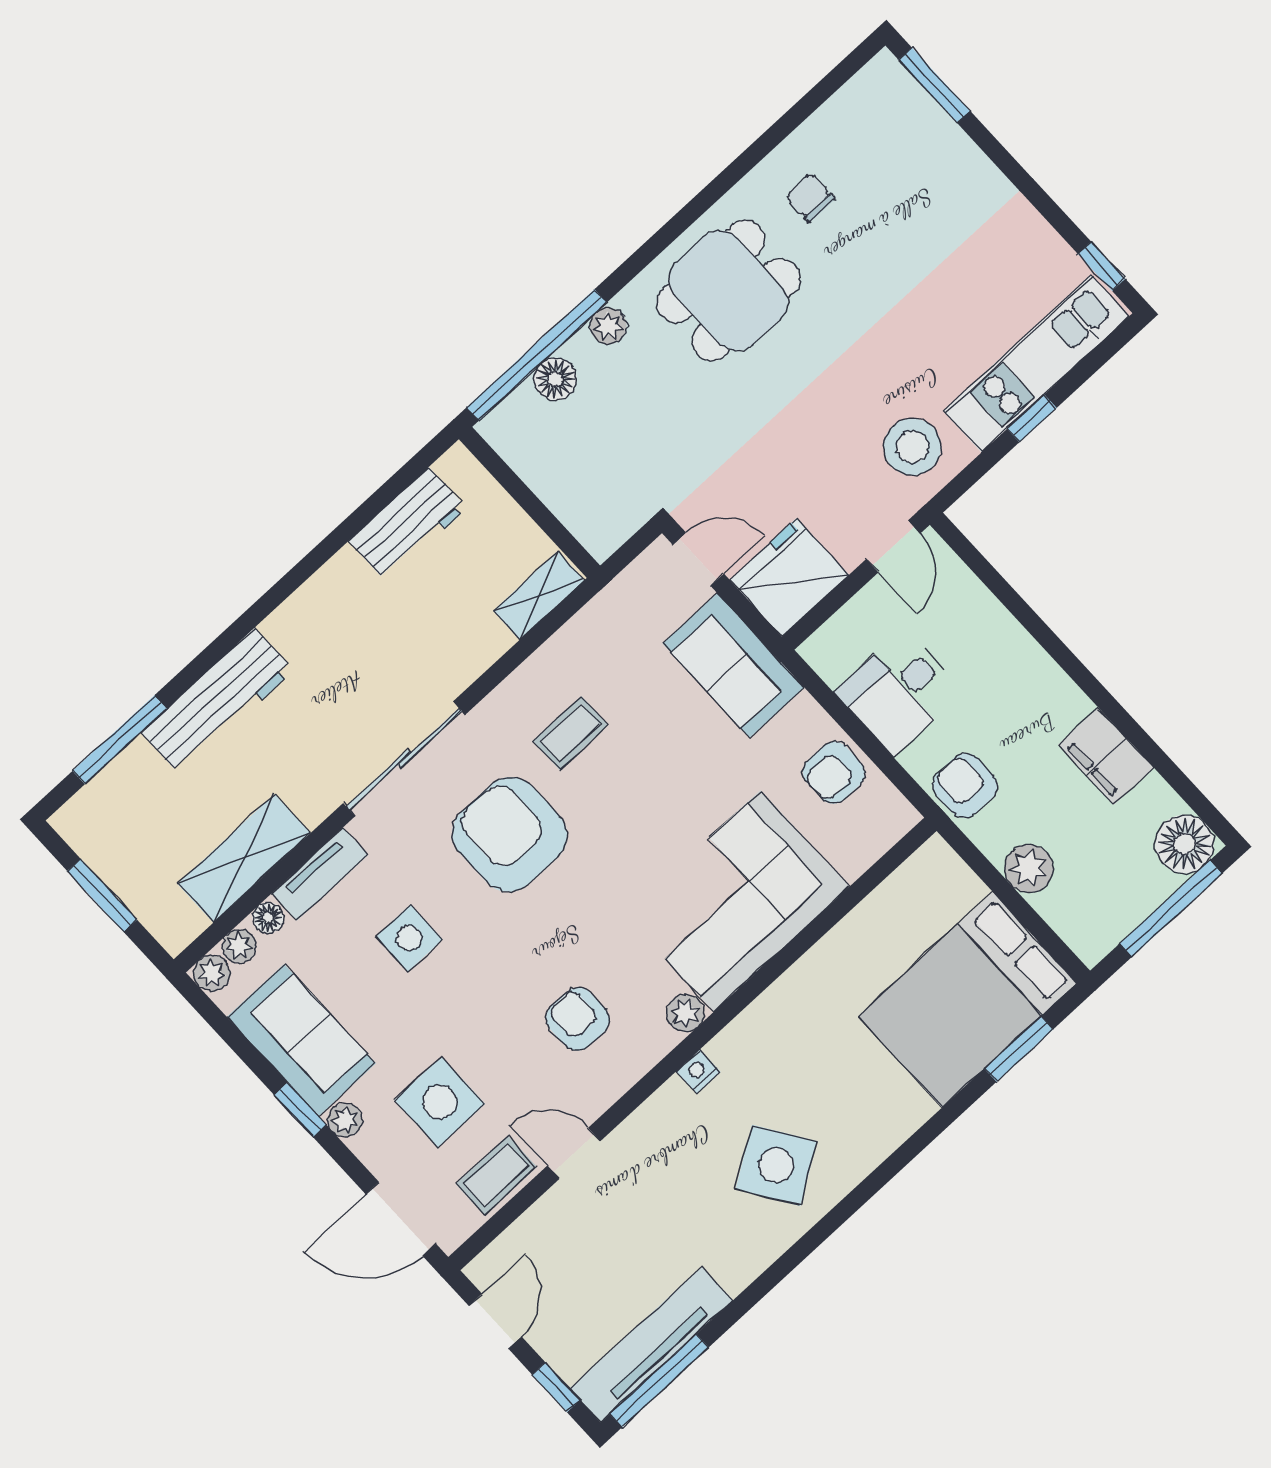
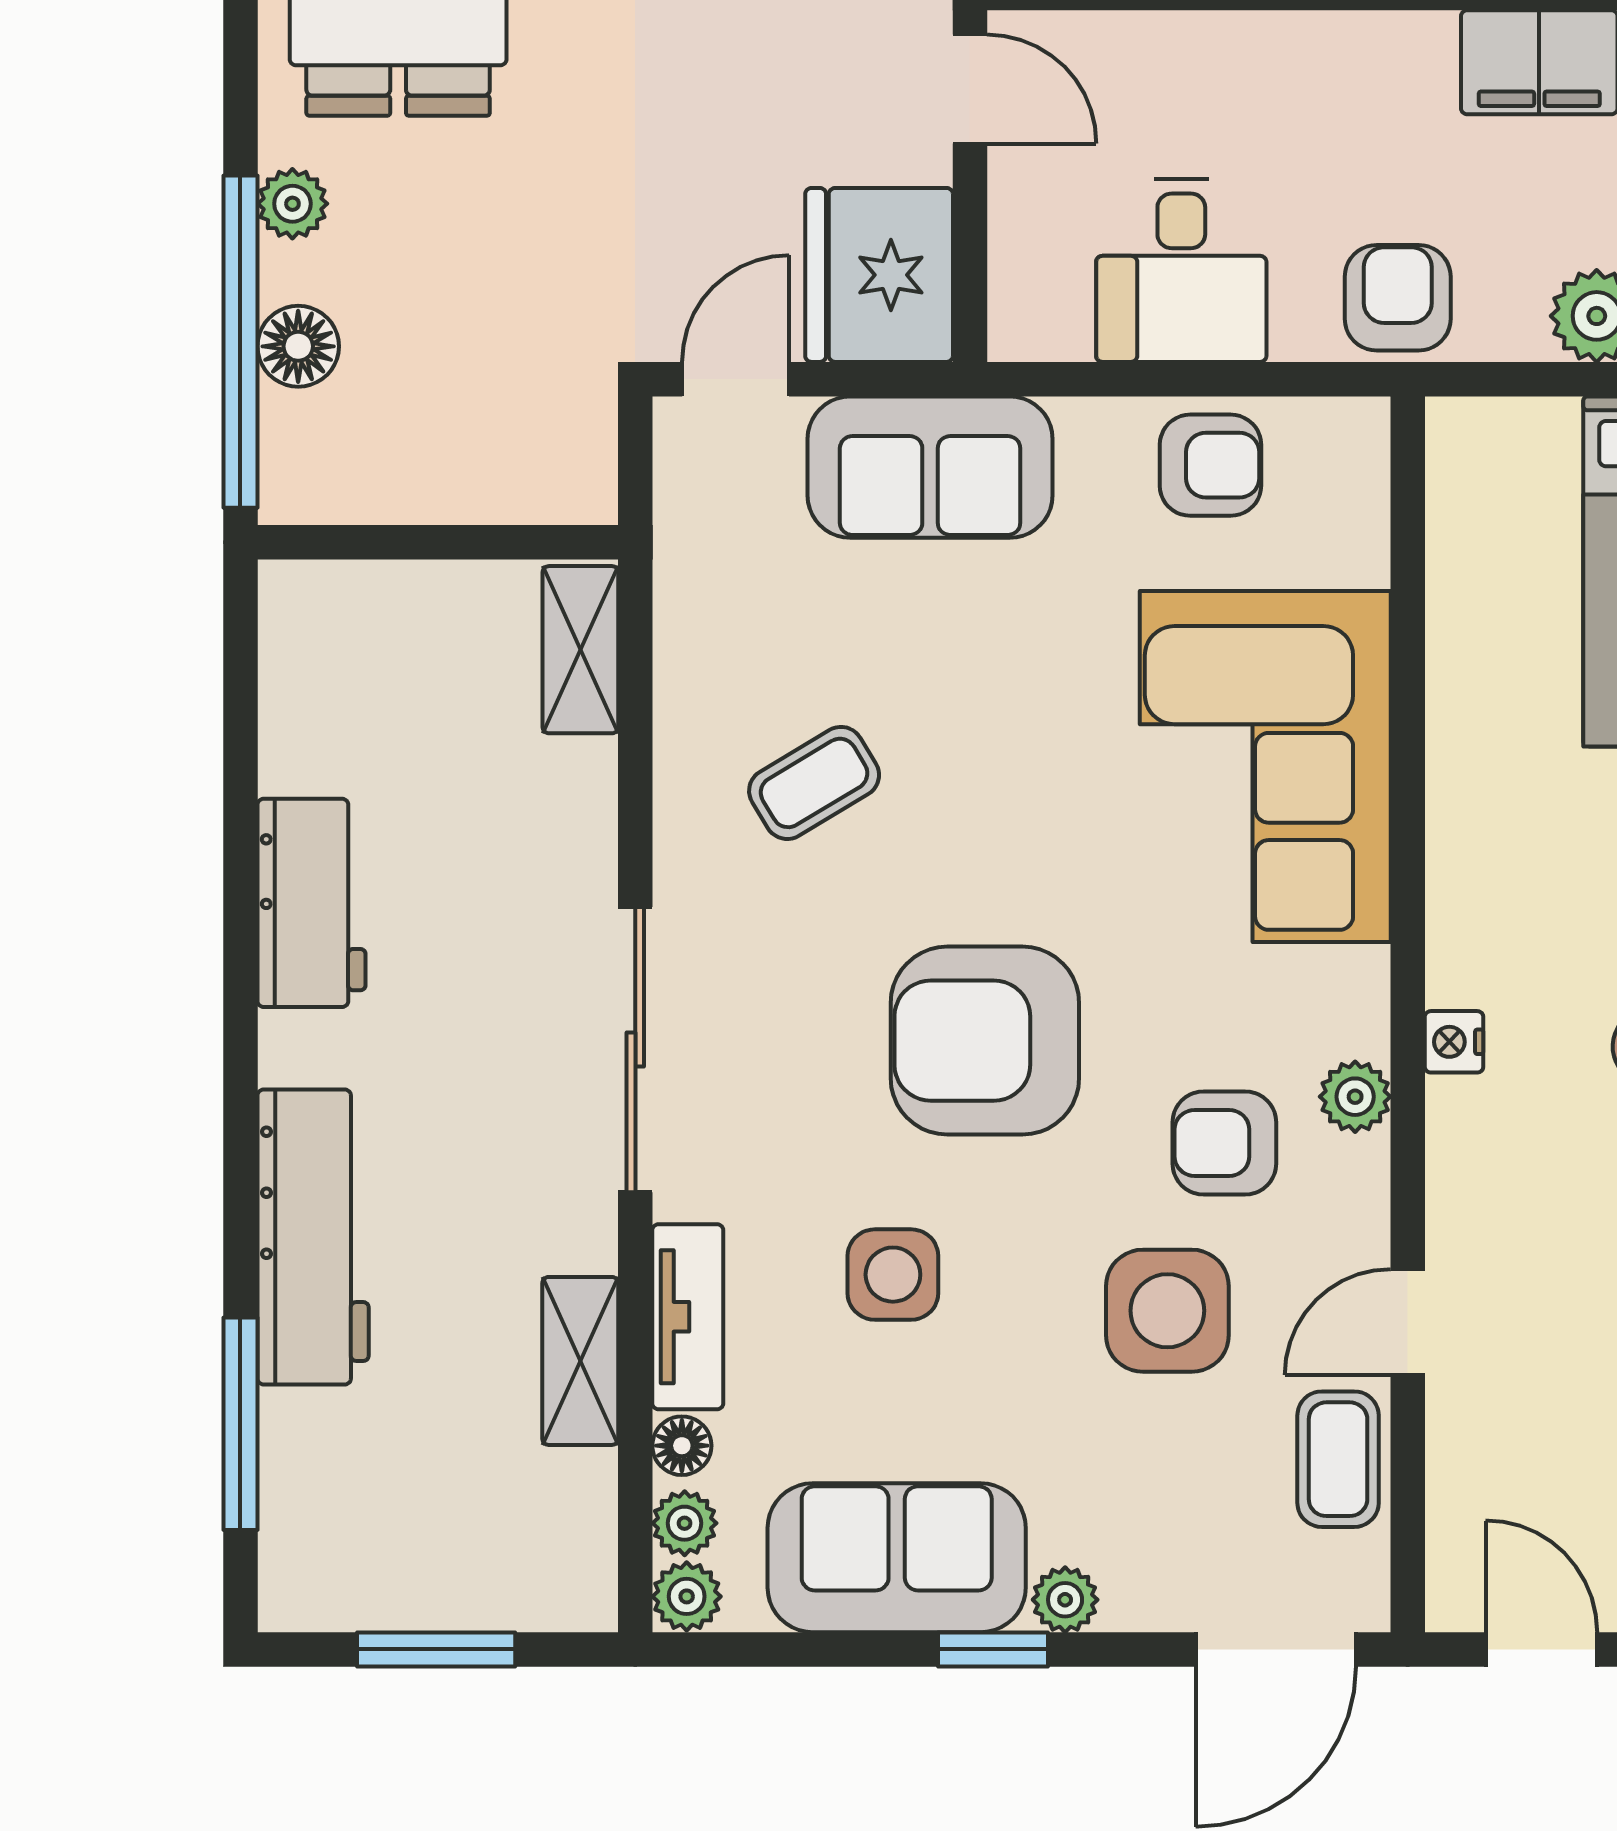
workbench: (408, 525) -> (311, 903), moved
coffee table: (570, 733) -> (814, 783), turned 59
armchair: (834, 773) -> (1210, 465), turned -90
armchair: (965, 785) -> (1398, 298), turned 90
armchair: (510, 835) -> (985, 1041), moved
shelving: (244, 858) -> (580, 1361), width x0.67, depth x0.75
plant: (685, 1013) -> (1355, 1097), moved
side table: (440, 1102) -> (1167, 1311), moved

